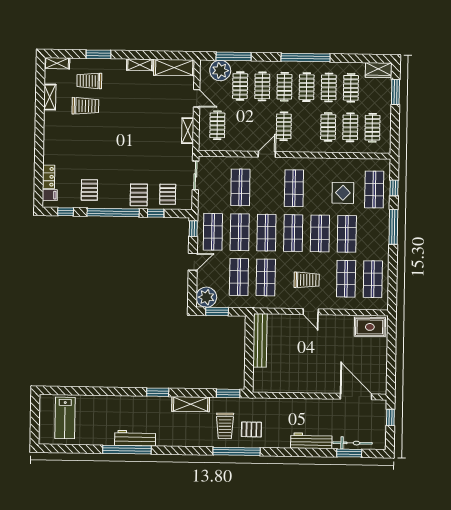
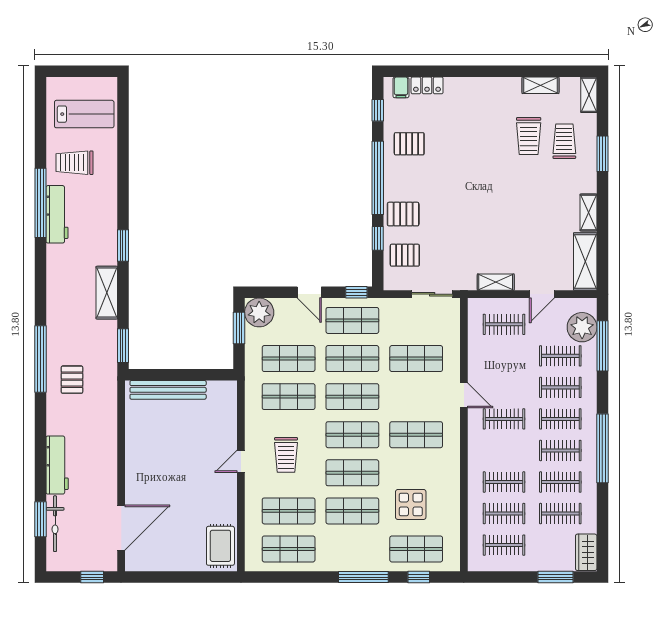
bench: (260, 340) -> (168, 390), moved
lab bench: (65, 418) -> (84, 114), turned 180
trolley: (225, 426) -> (74, 163), moved

